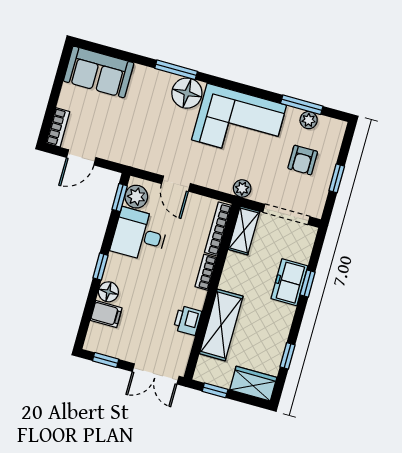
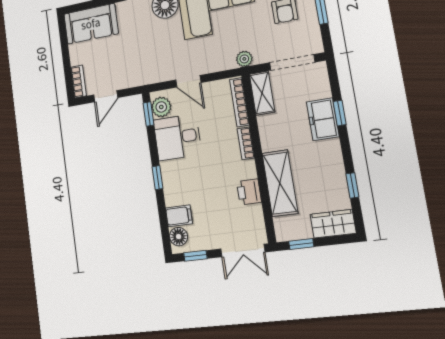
floor lamp: (108, 292) -> (179, 237), moved

